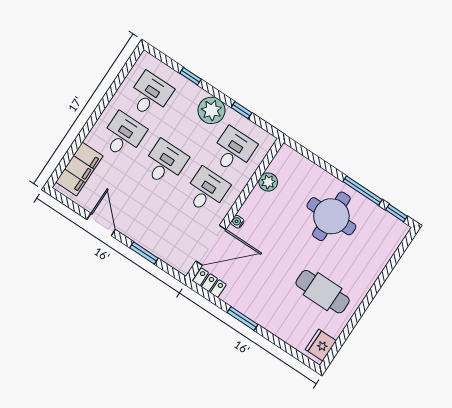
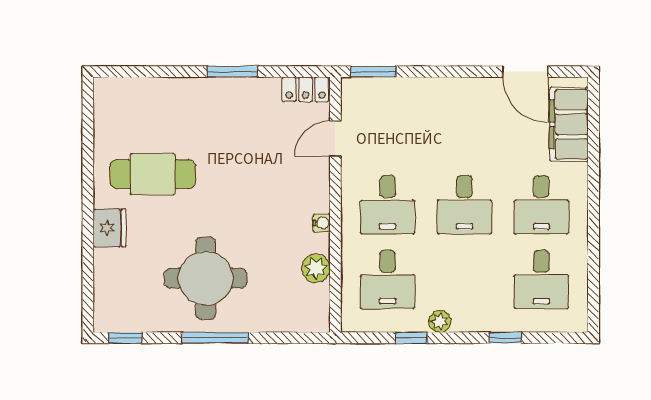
plant: (212, 110) -> (440, 321), width x0.53, depth x0.53
window: (362, 190) -> (215, 338), moved
water cooler: (237, 222) -> (321, 223), moved
door: (101, 225) -> (526, 72), moved
door: (211, 245) -> (335, 138), width x0.53
window: (144, 253) -> (373, 72), moved
fridge: (321, 345) -> (110, 228), moved

